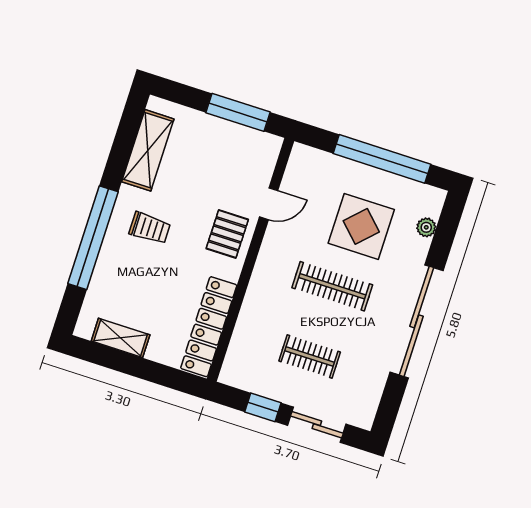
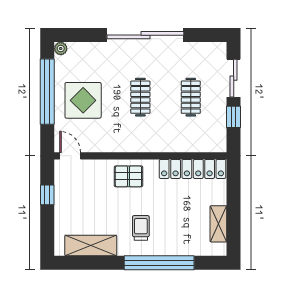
window: (238, 112) -> (47, 195), width x0.46
door: (269, 204) -> (70, 156), moved
display table: (361, 226) -> (83, 100), moved
plant: (426, 227) -> (61, 49), moved
clothes rail: (332, 286) -> (140, 97), width x0.73

